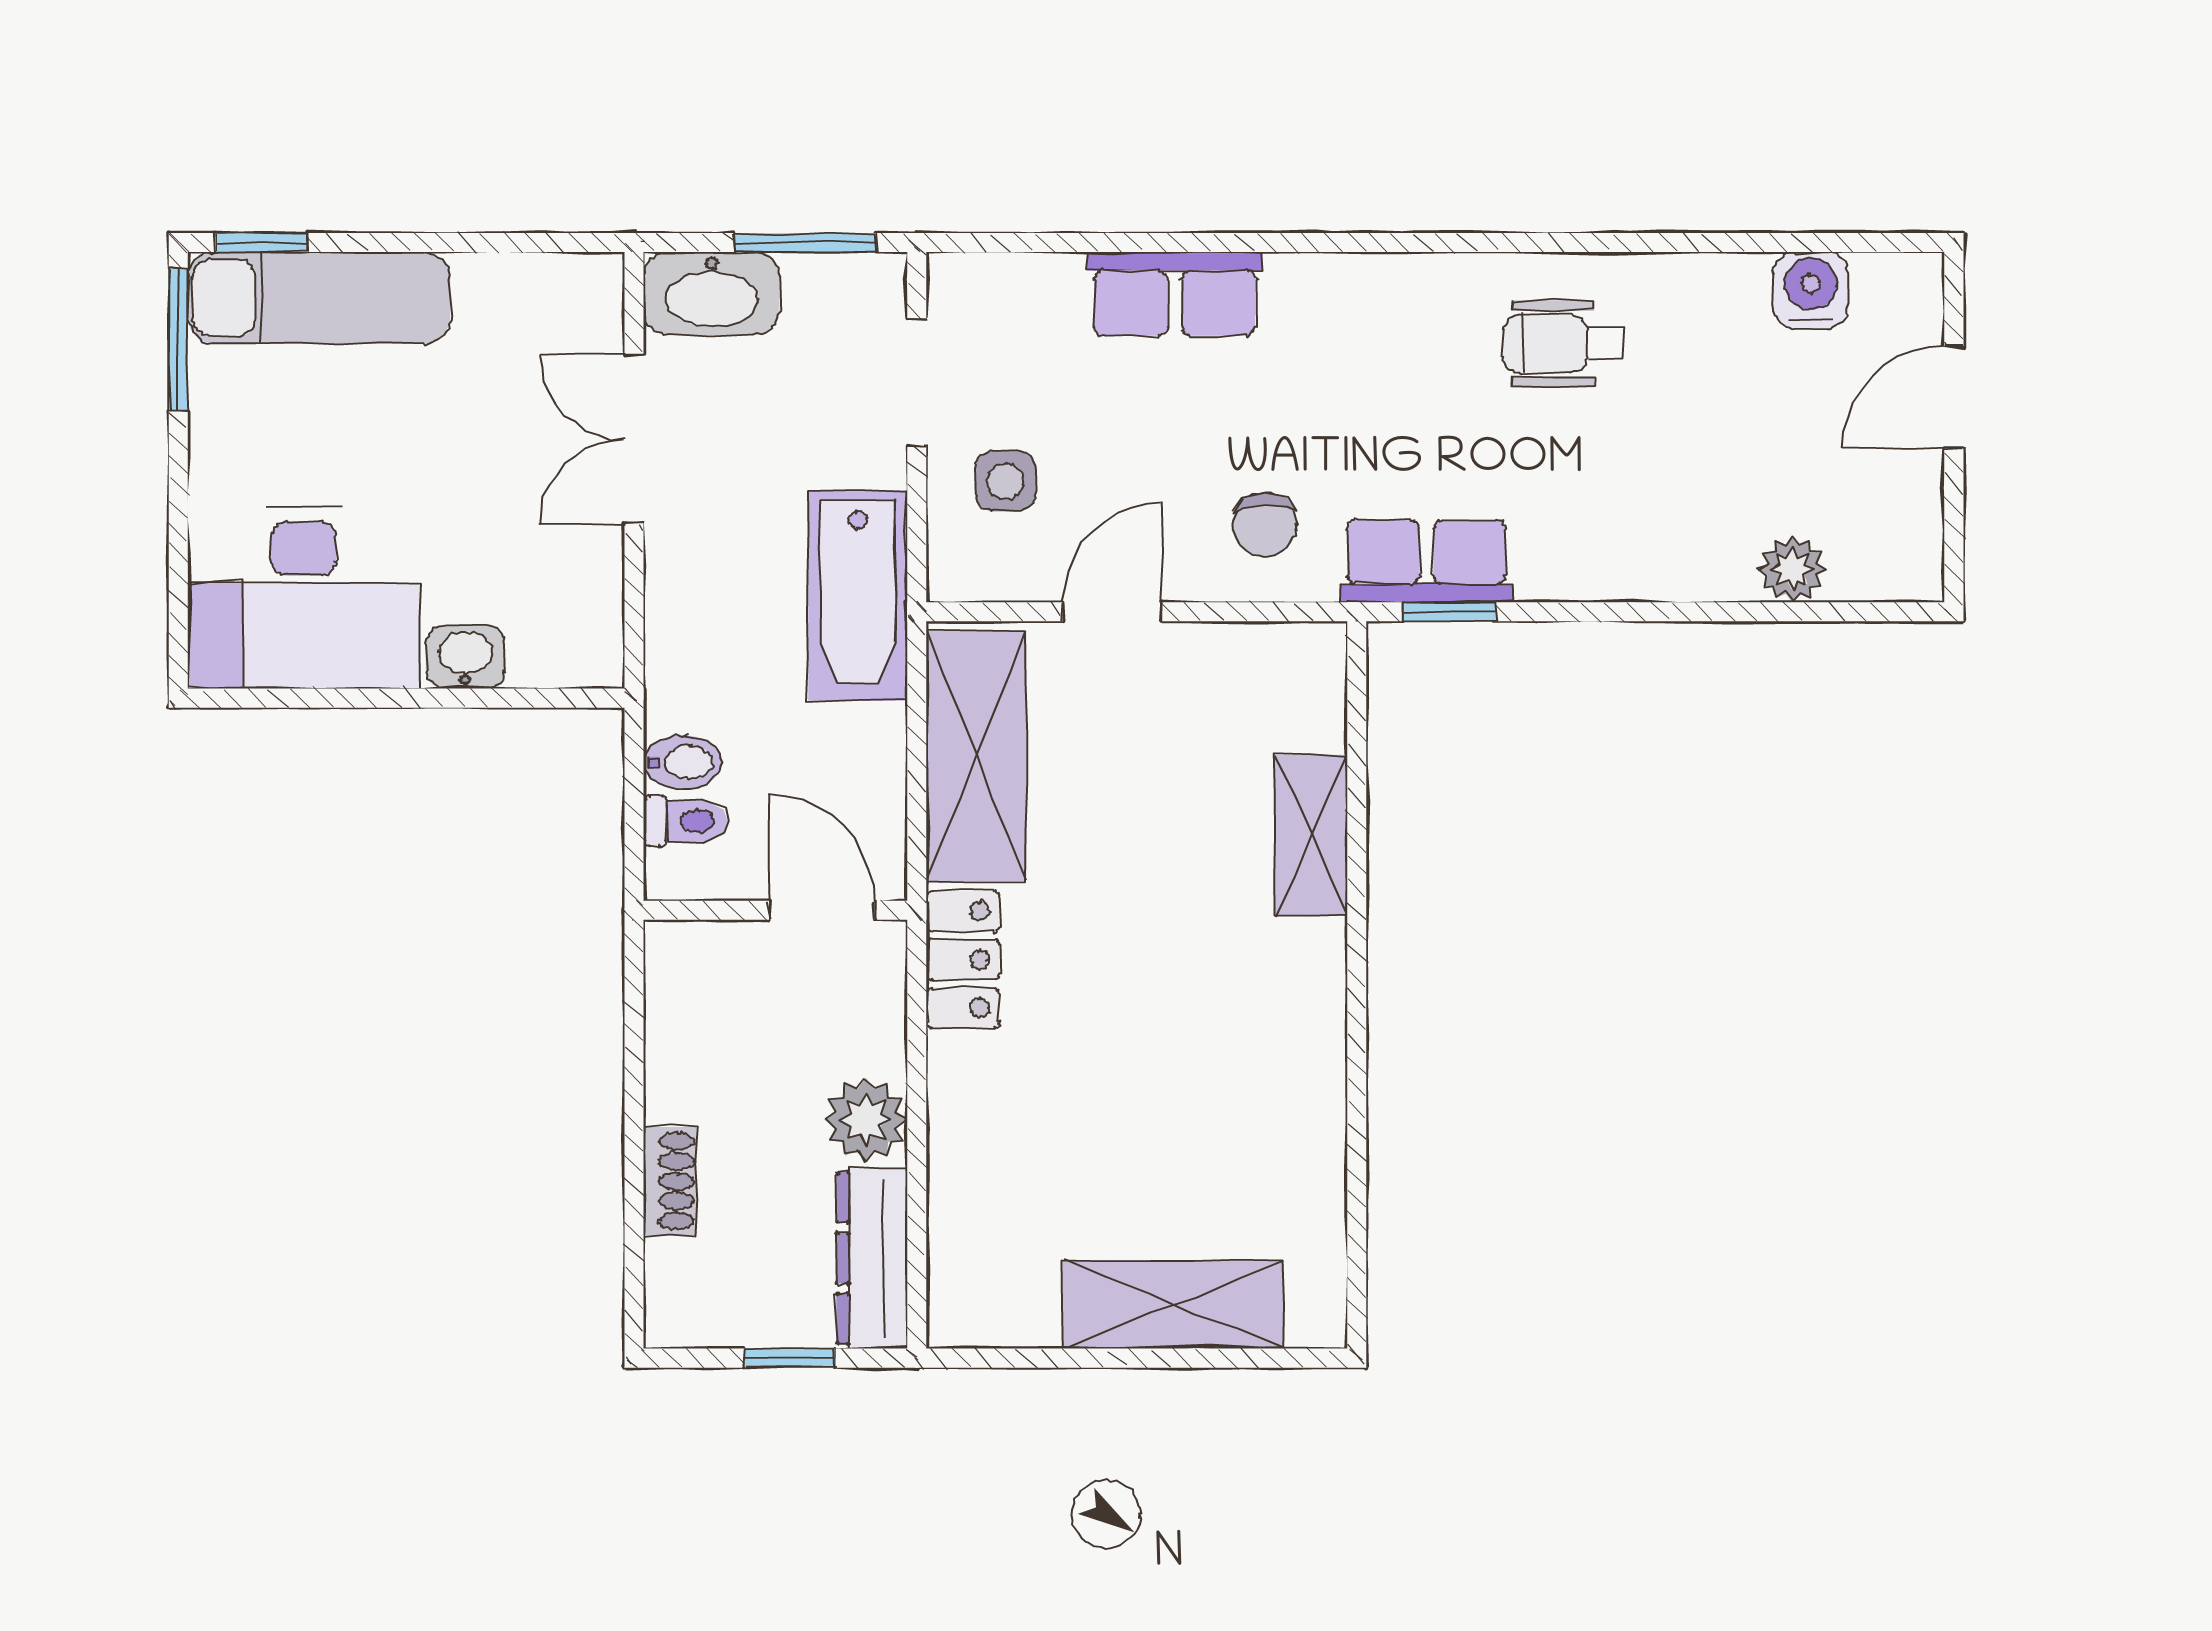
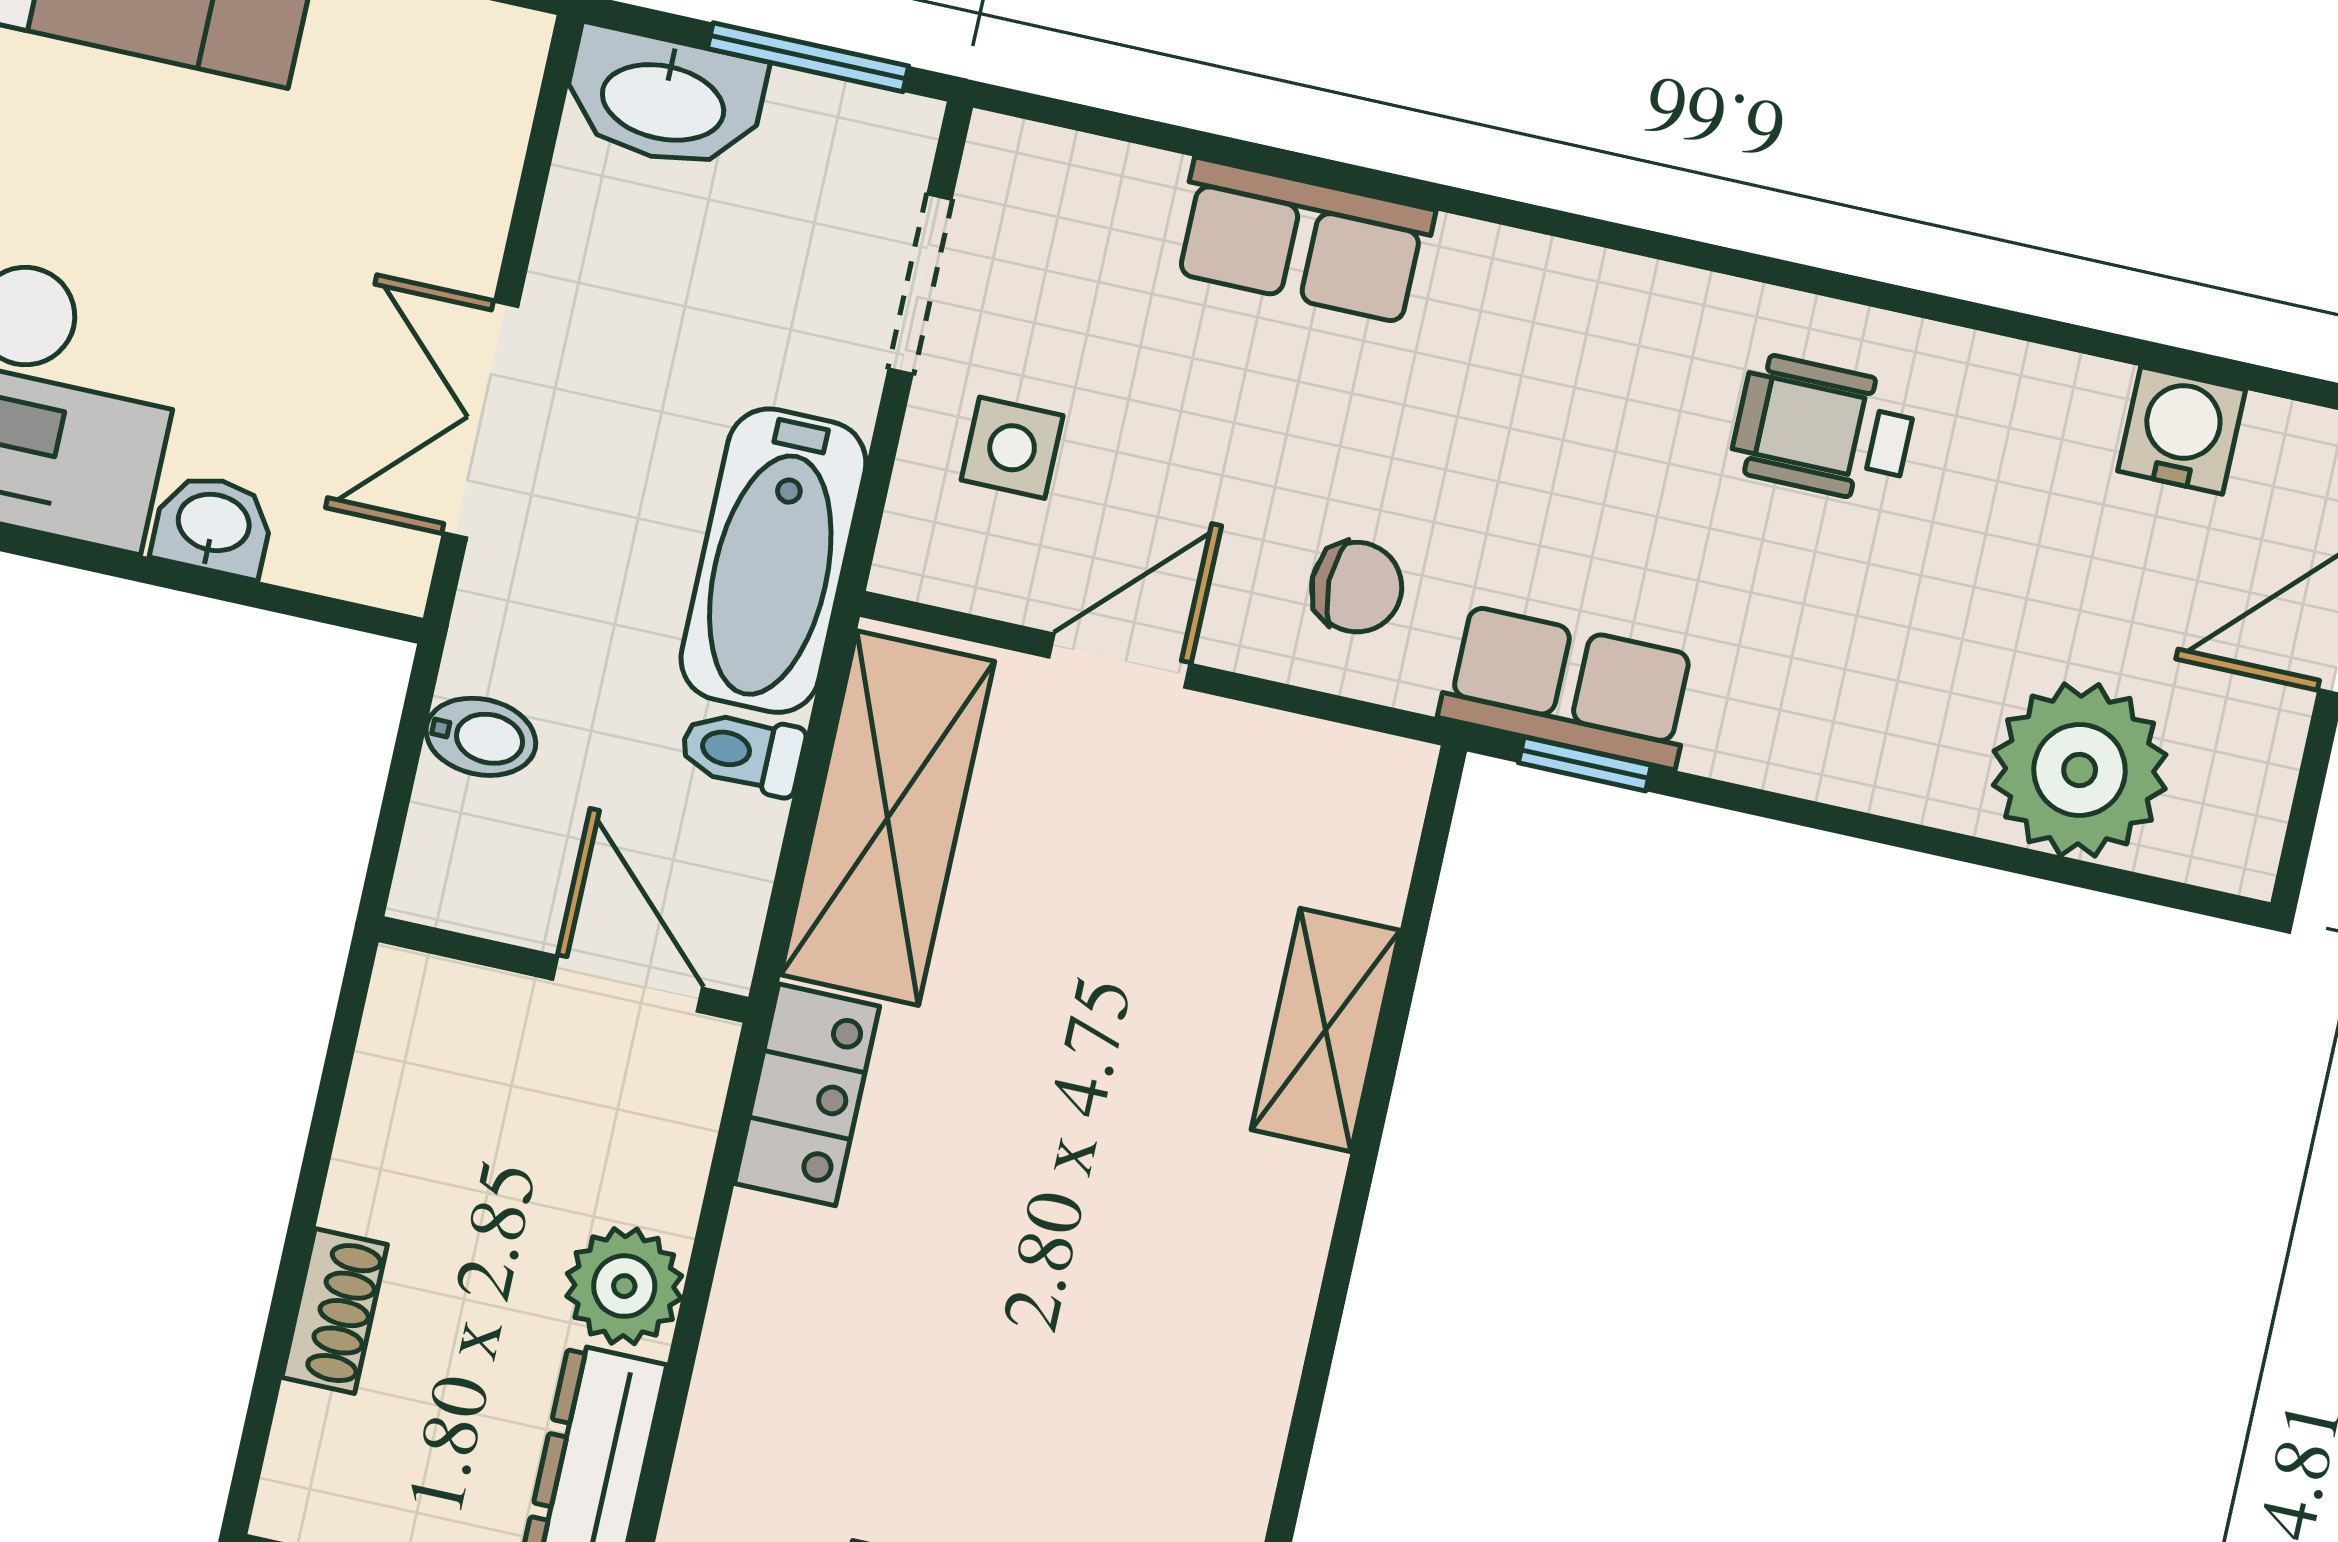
double door: (634, 439) -> (481, 420), moved
chair: (1265, 525) -> (1357, 587), turned -90
plant: (1792, 569) -> (2080, 770), width x1.88, depth x1.88
toilet: (685, 821) -> (742, 752), moved, turned 180

